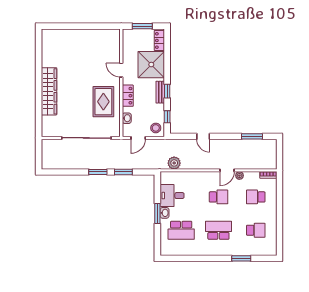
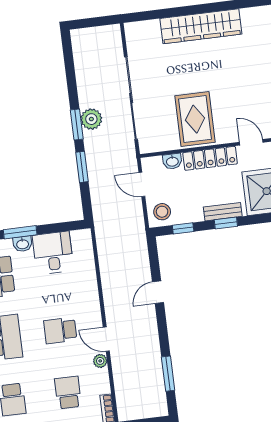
door: (121, 70) -> (251, 142), hinge flipped
locker: (128, 96) -> (210, 158), width x1.53
rug: (103, 102) -> (195, 119), turned 90
plant: (174, 163) -> (91, 119), moved
school desk: (218, 197) -> (60, 330), turned 90

